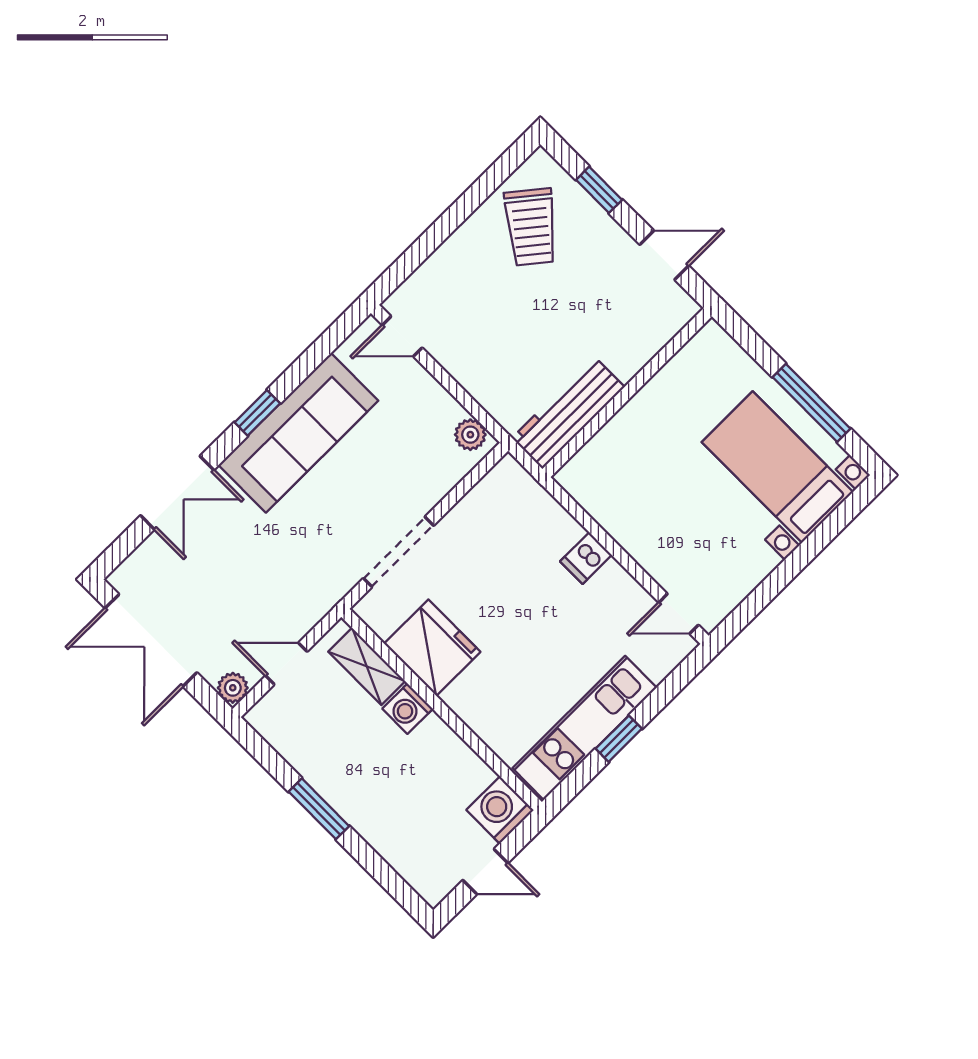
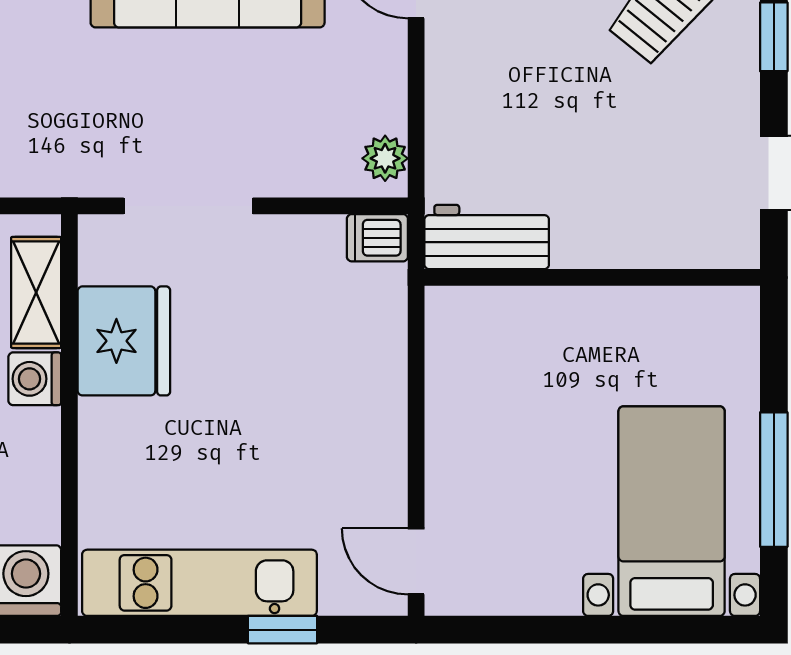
workbench: (568, 413) -> (487, 237), width x0.73
dishwasher: (586, 558) -> (377, 238), moved
window: (619, 739) -> (283, 630), moved

